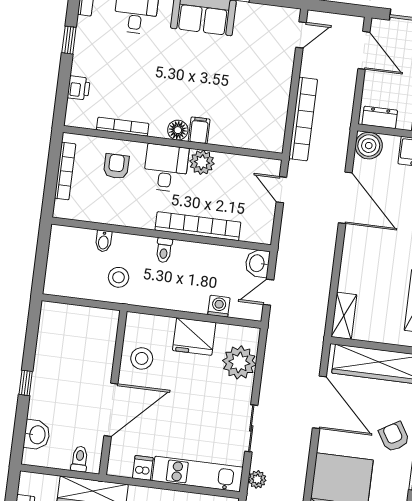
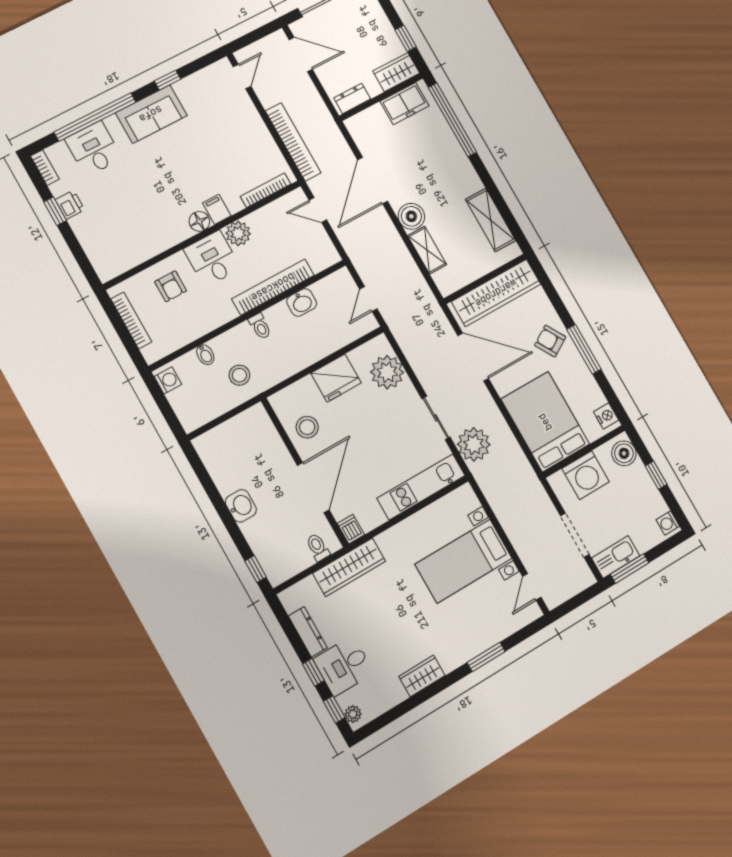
printer: (79, 88) -> (70, 205), moved
bookcase: (123, 127) -> (266, 190), moved
boiler: (369, 146) -> (411, 216), moved
armchair: (116, 166) -> (171, 286), turned 180
door: (345, 198) -> (373, 181), swing flipped
washbasin: (257, 263) -> (302, 302), moved, turned -90
washing machine: (219, 306) -> (168, 380), moved, turned 90
shelving: (344, 316) -> (427, 250), moved
window: (26, 383) -> (256, 569), moved
washbasin: (37, 435) -> (241, 506), moved
dishwasher: (143, 468) -> (351, 529), moved
plant: (257, 479) -> (474, 444), width x1.87, depth x1.87

